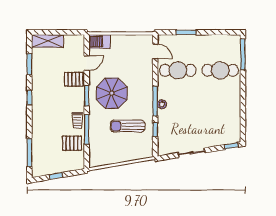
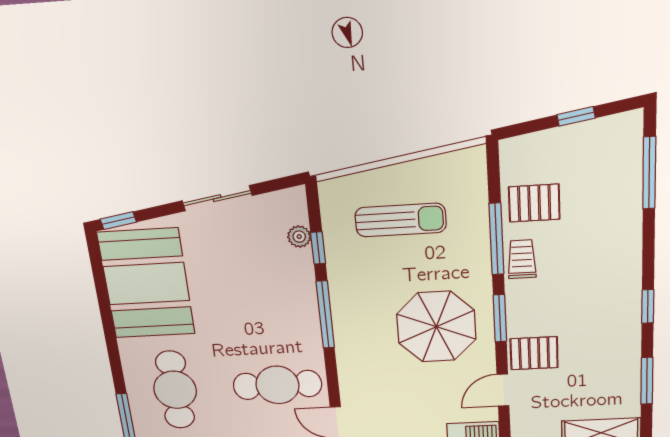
cafe table: (220, 70) -> (175, 390), turned 90
plant: (162, 104) -> (299, 237), moved
booth: (224, 119) -> (146, 284), added
sun lounger: (128, 126) -> (401, 220), moved

